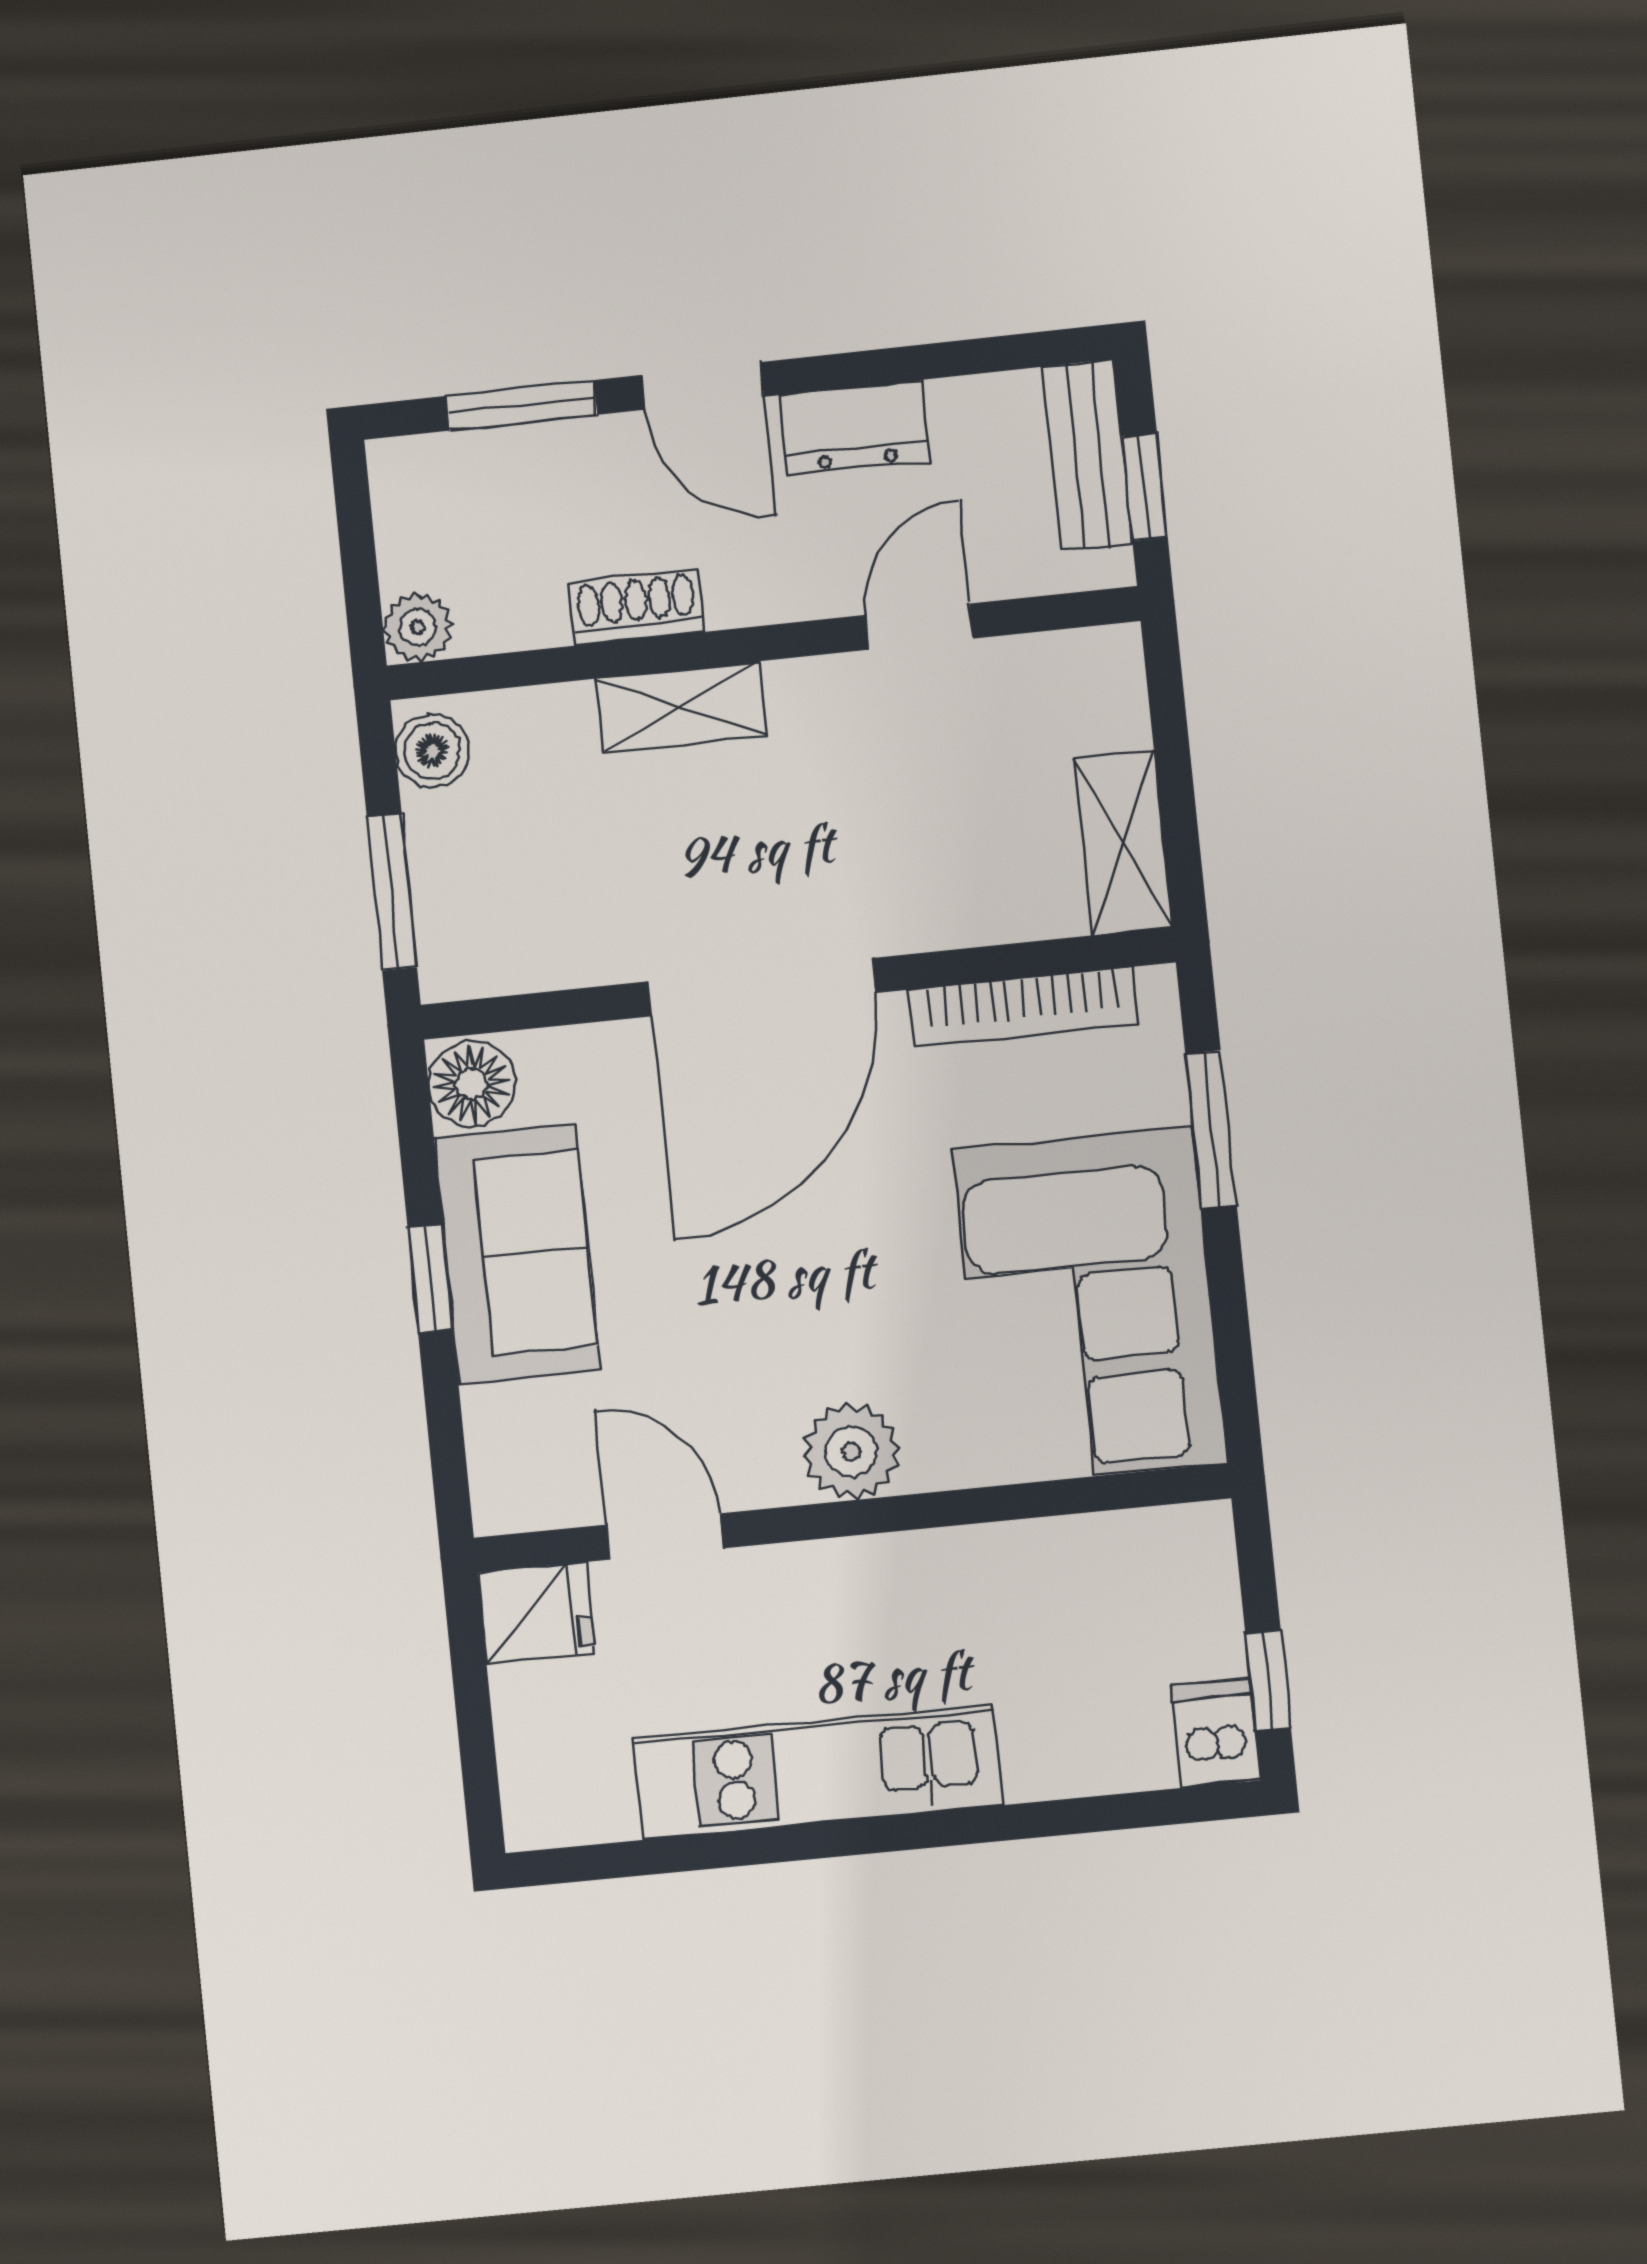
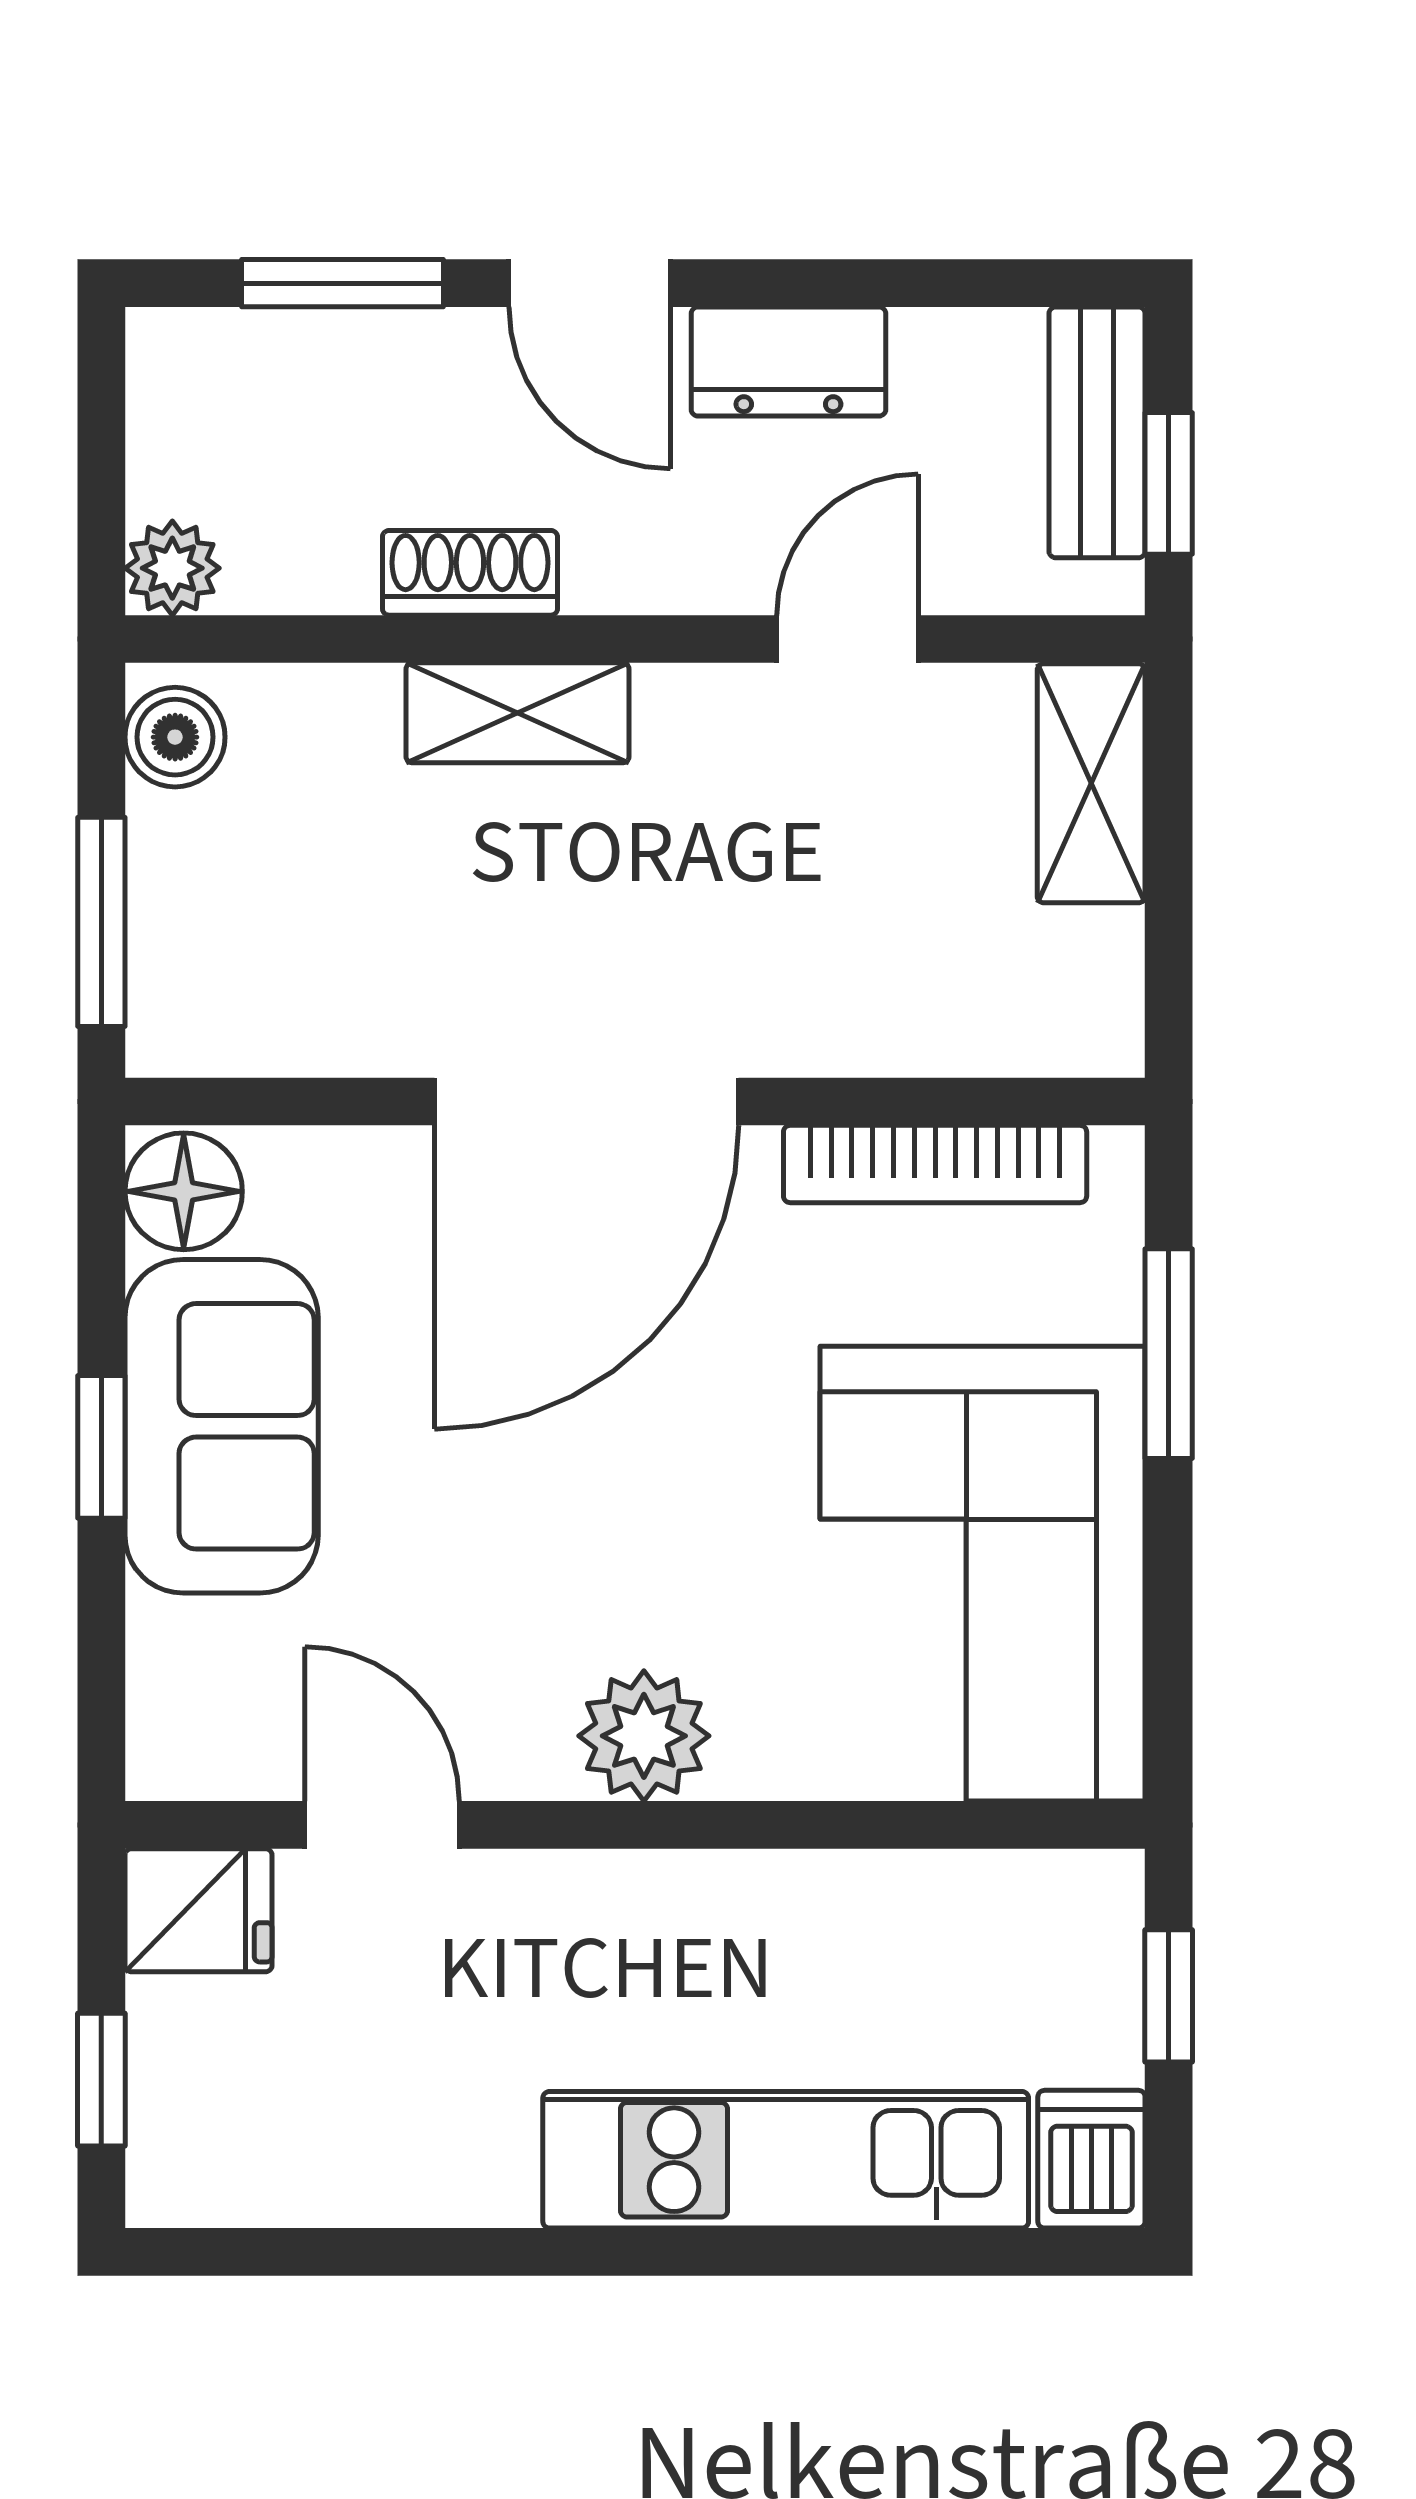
shelving: (1123, 843) -> (1091, 783), moved
window: (1268, 1681) -> (1169, 1996), moved
window: (477, 1745) -> (101, 2080), added
kitchen unit: (818, 1772) -> (786, 2160), moved

